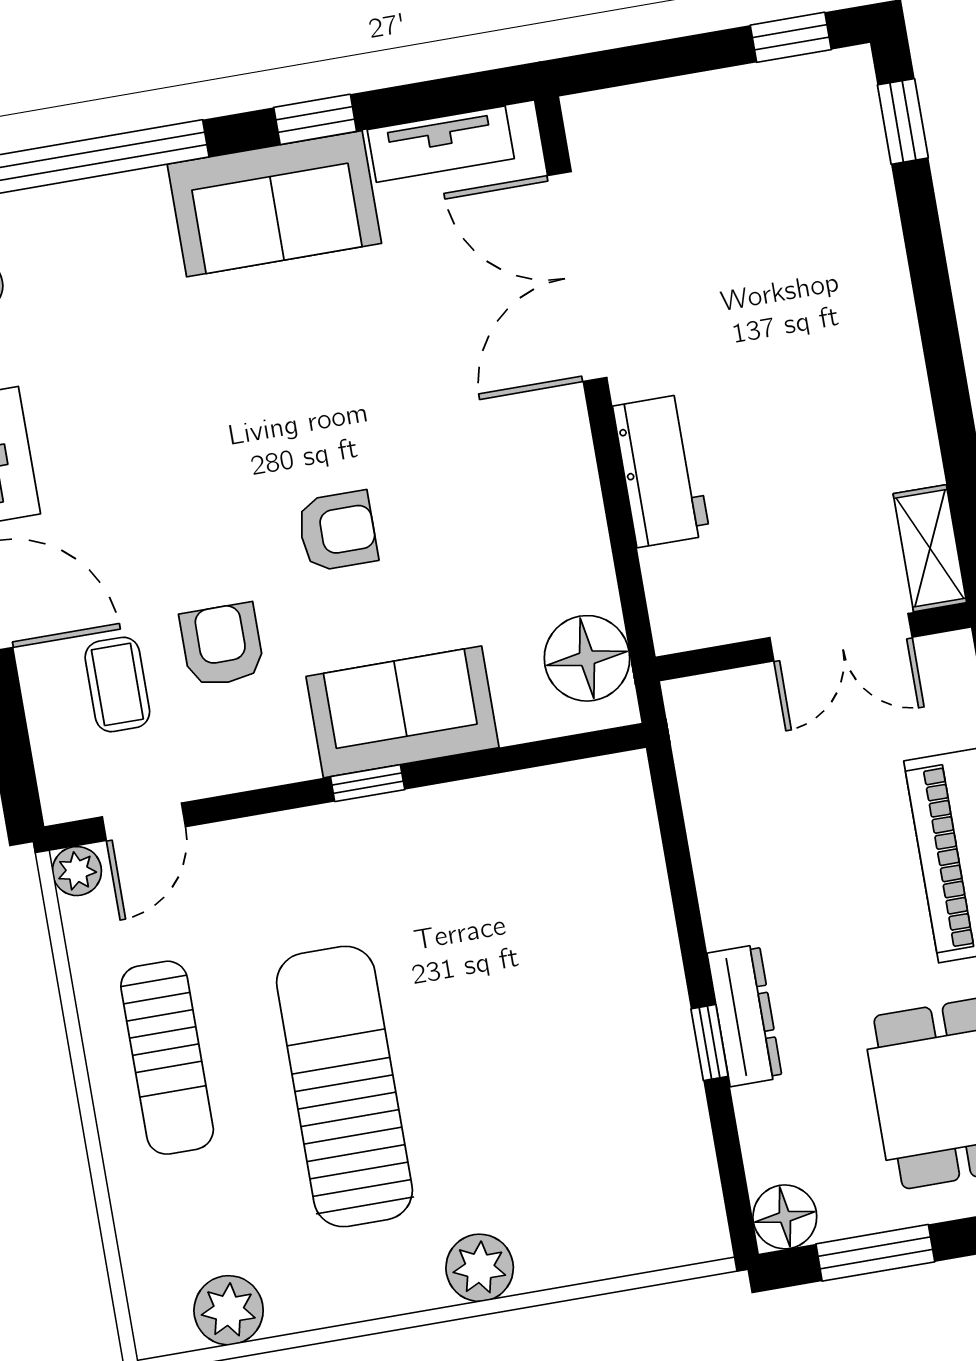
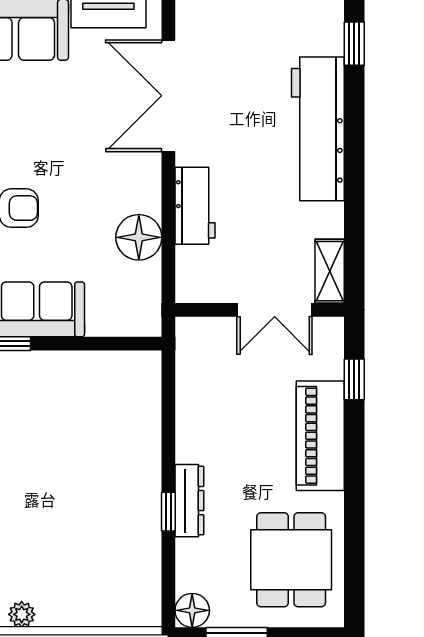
workbench: (863, 290) -> (318, 129), added
floor lamp: (587, 658) -> (139, 237), moved
plant: (480, 1268) -> (22, 614), width x0.73, depth x0.73

